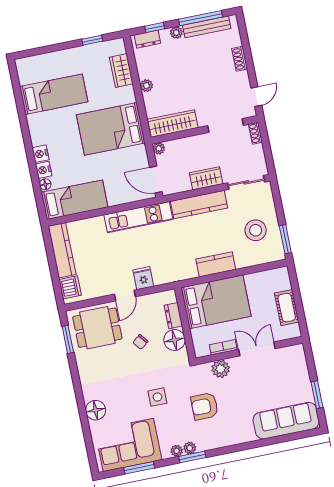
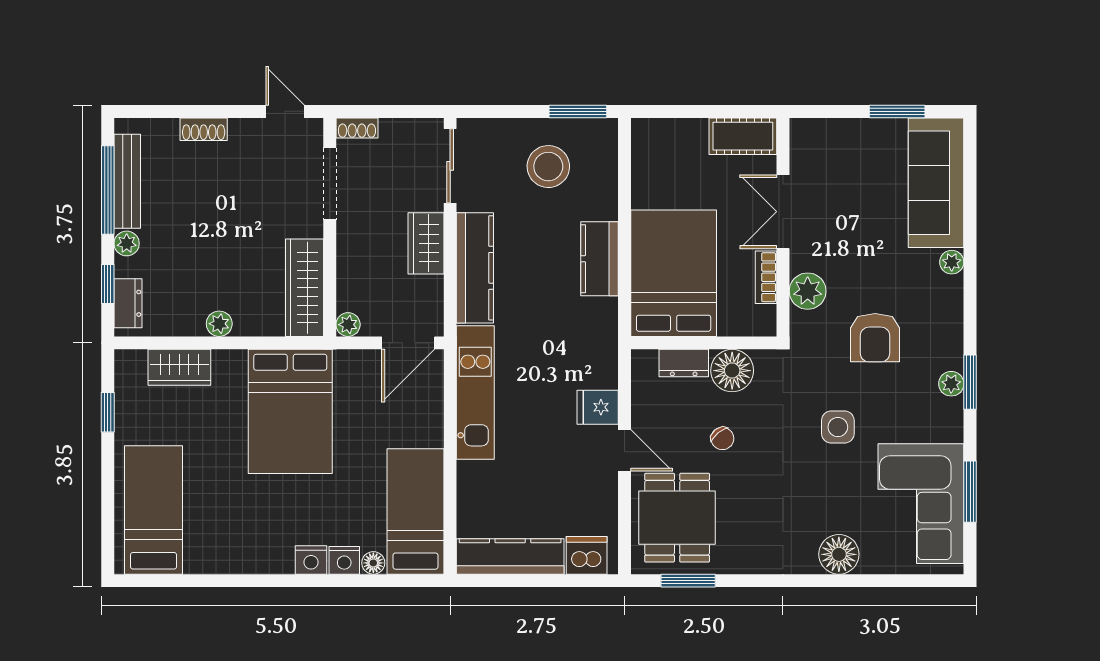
bed: (54, 94) -> (154, 510), moved
cot: (287, 308) -> (743, 136), moved
plant: (177, 451) -> (952, 262), moved

